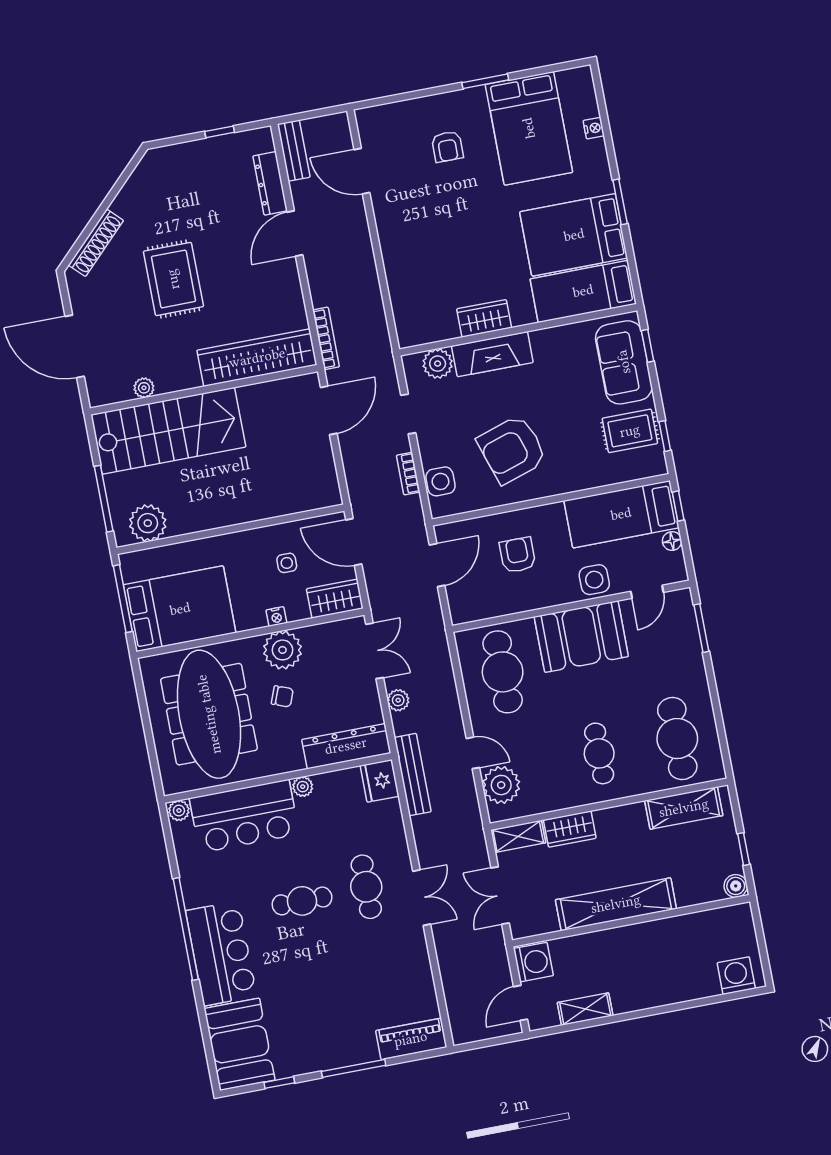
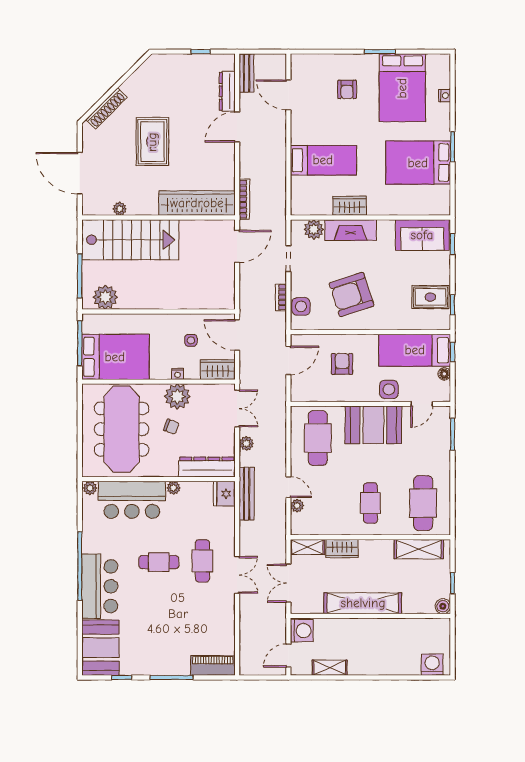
bed: (583, 291) -> (323, 160), moved, turned 180
sofa: (624, 362) -> (422, 235), moved, turned -90
plant: (501, 785) -> (297, 506), width x0.53, depth x0.53

